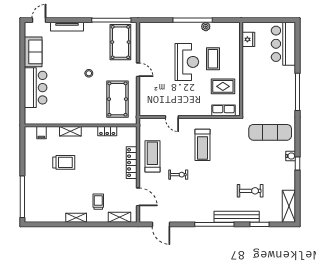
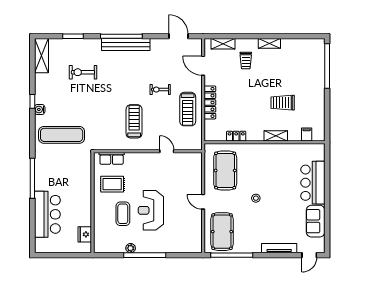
bar counter: (283, 44) -> (47, 214), moved
bench: (237, 217) -> (126, 44), moved

